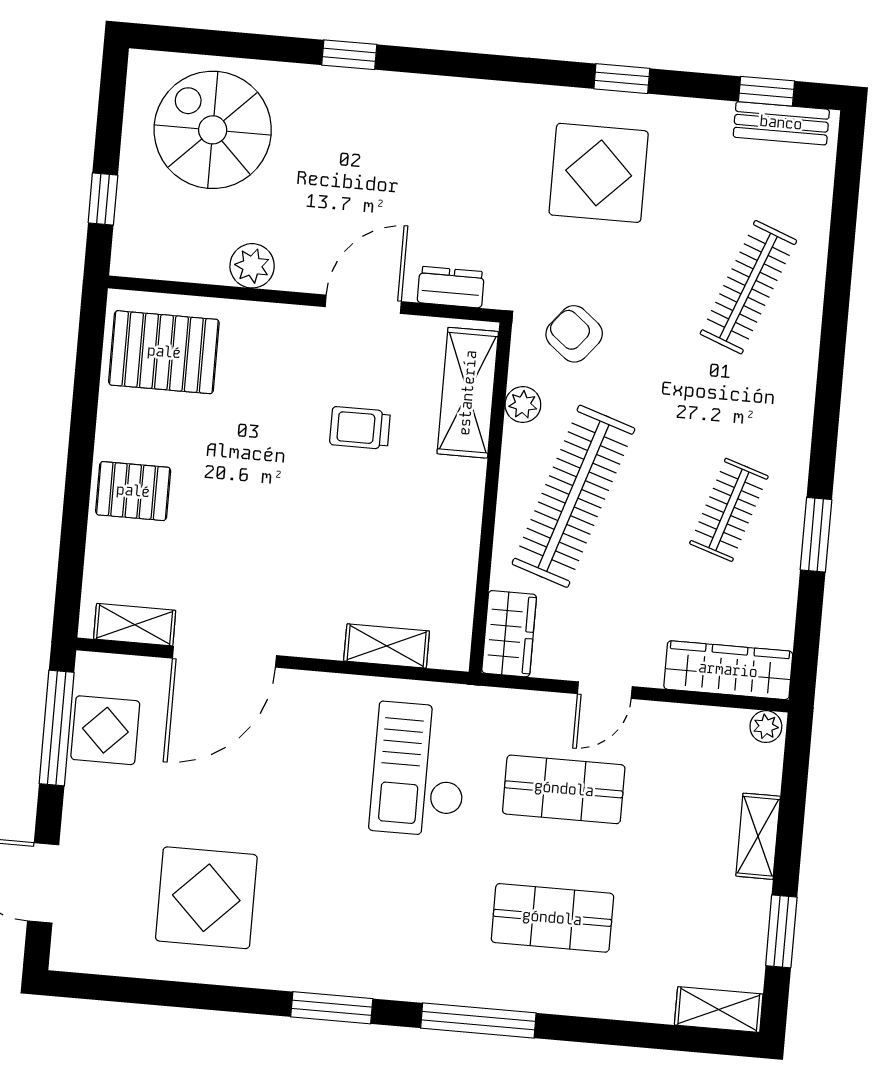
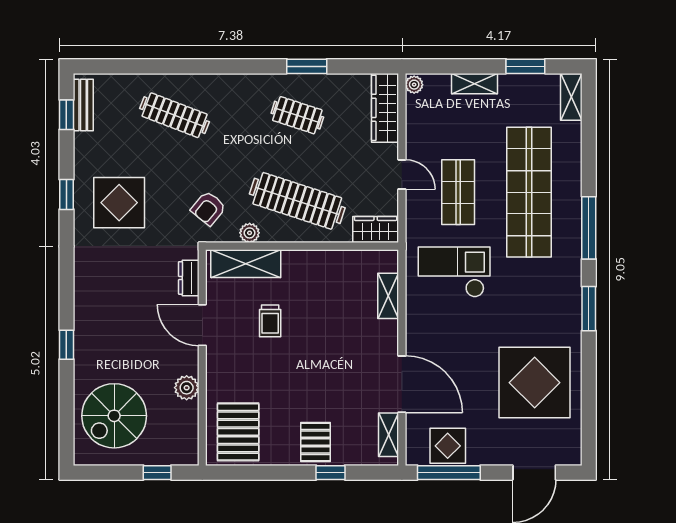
window: (75, 513) -> (330, 473), added
checkout: (419, 769) -> (454, 272), turned 180
display table: (206, 898) -> (535, 383), width x1.36, depth x1.36
shop shelf: (552, 918) -> (529, 192), width x2.00, depth x1.36

